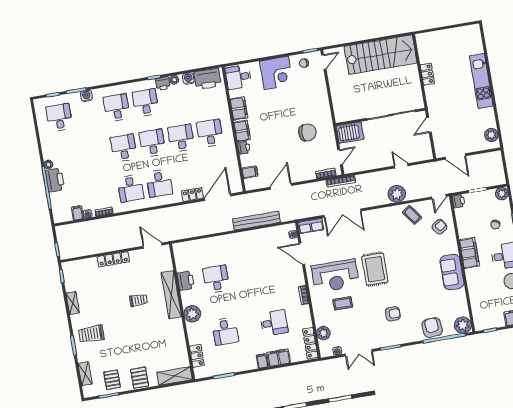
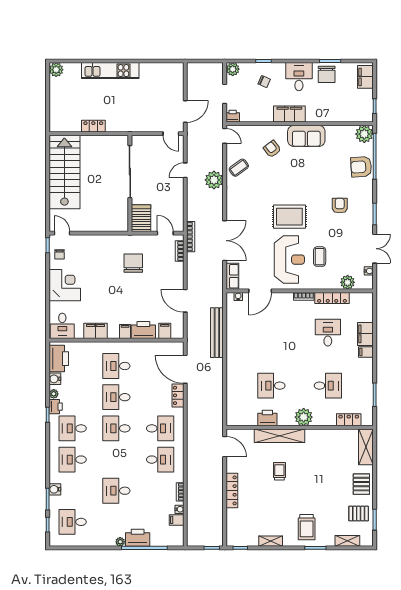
door: (429, 125) -> (171, 134), moved
filing cabinet: (242, 131) -> (125, 331), width x0.50
plant: (491, 135) -> (56, 70), moved
desk: (124, 148) -> (116, 491), moved
printer: (244, 148) -> (143, 330), width x1.87, depth x1.48
armchair: (439, 227) -> (272, 149), moved
door: (153, 246) -> (225, 447), swing flipped
locker: (310, 343) -> (332, 298), moved
pallet: (140, 378) -> (361, 484), turned 90

